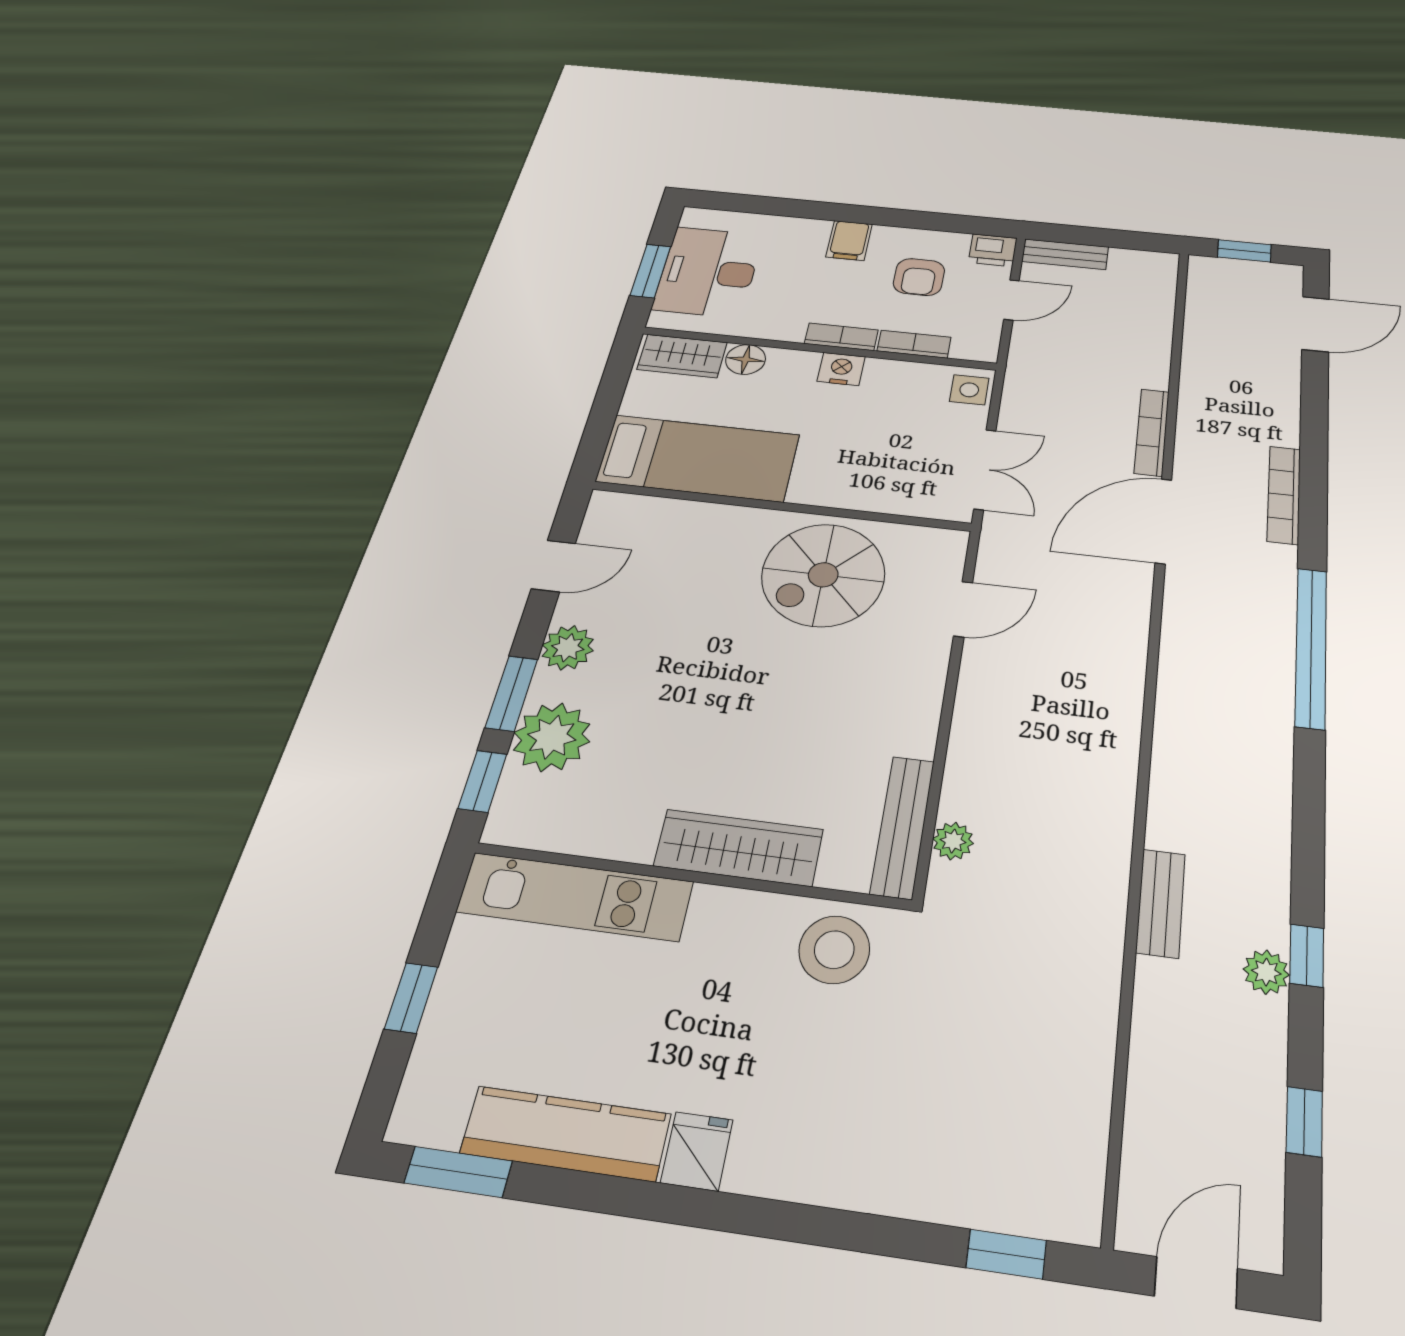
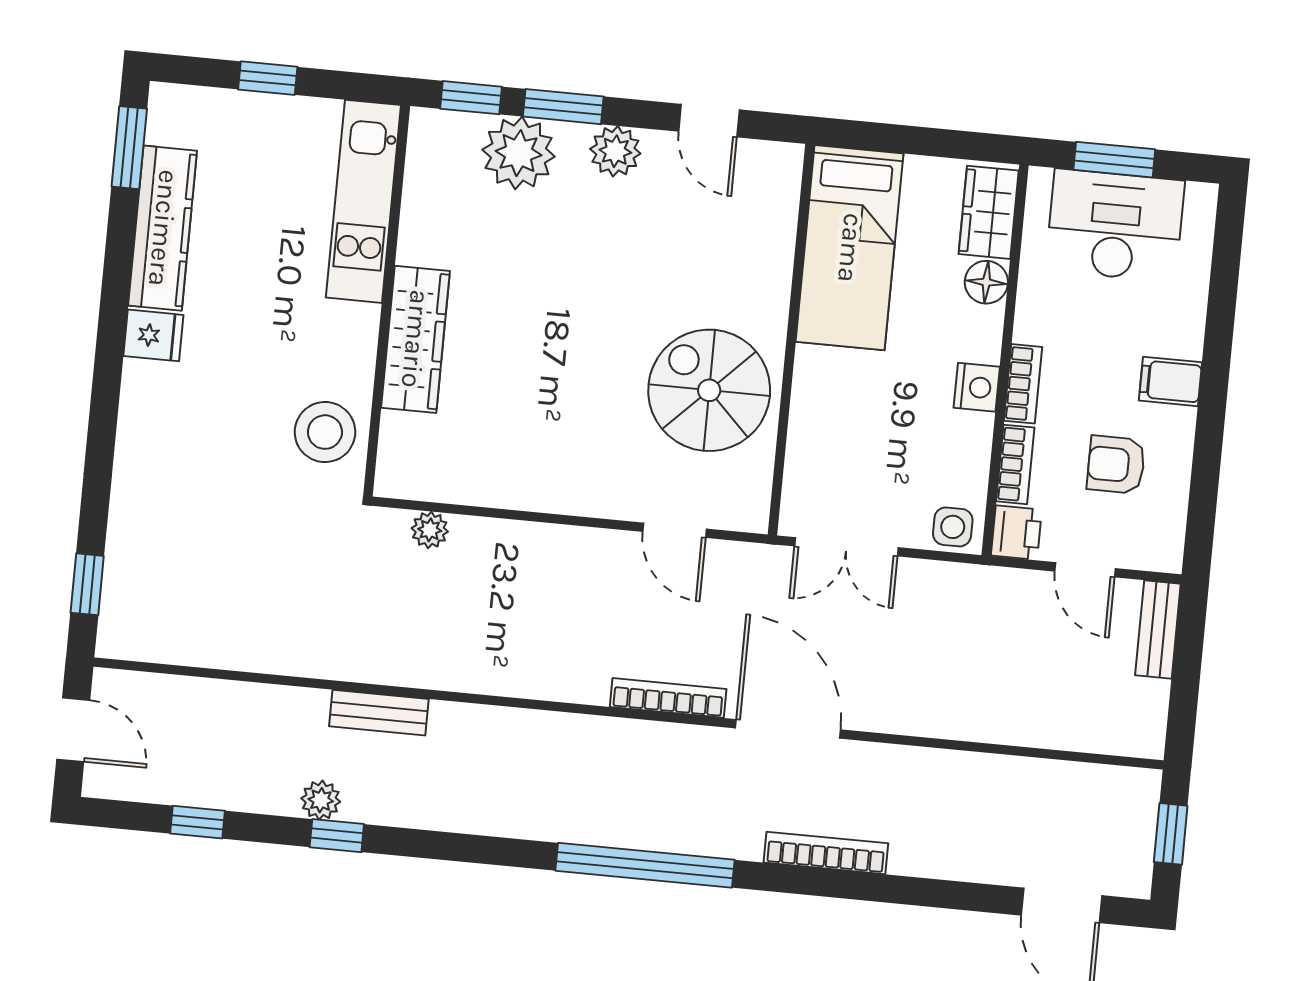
printer: (993, 250) -> (1016, 533), moved, turned 180
bookcase: (1152, 432) -> (668, 698), moved
bench: (903, 827) -> (442, 484), removed

